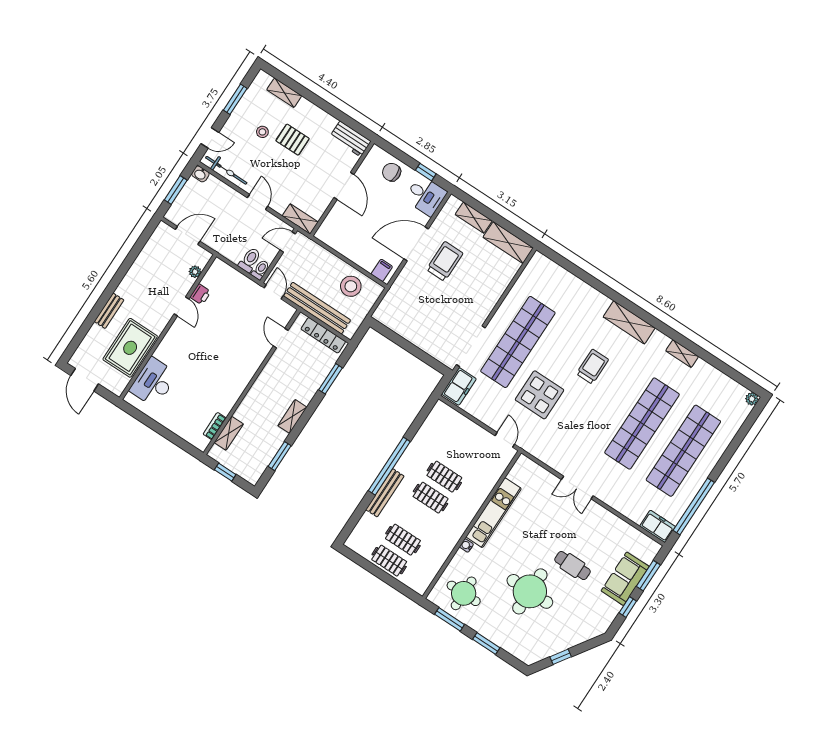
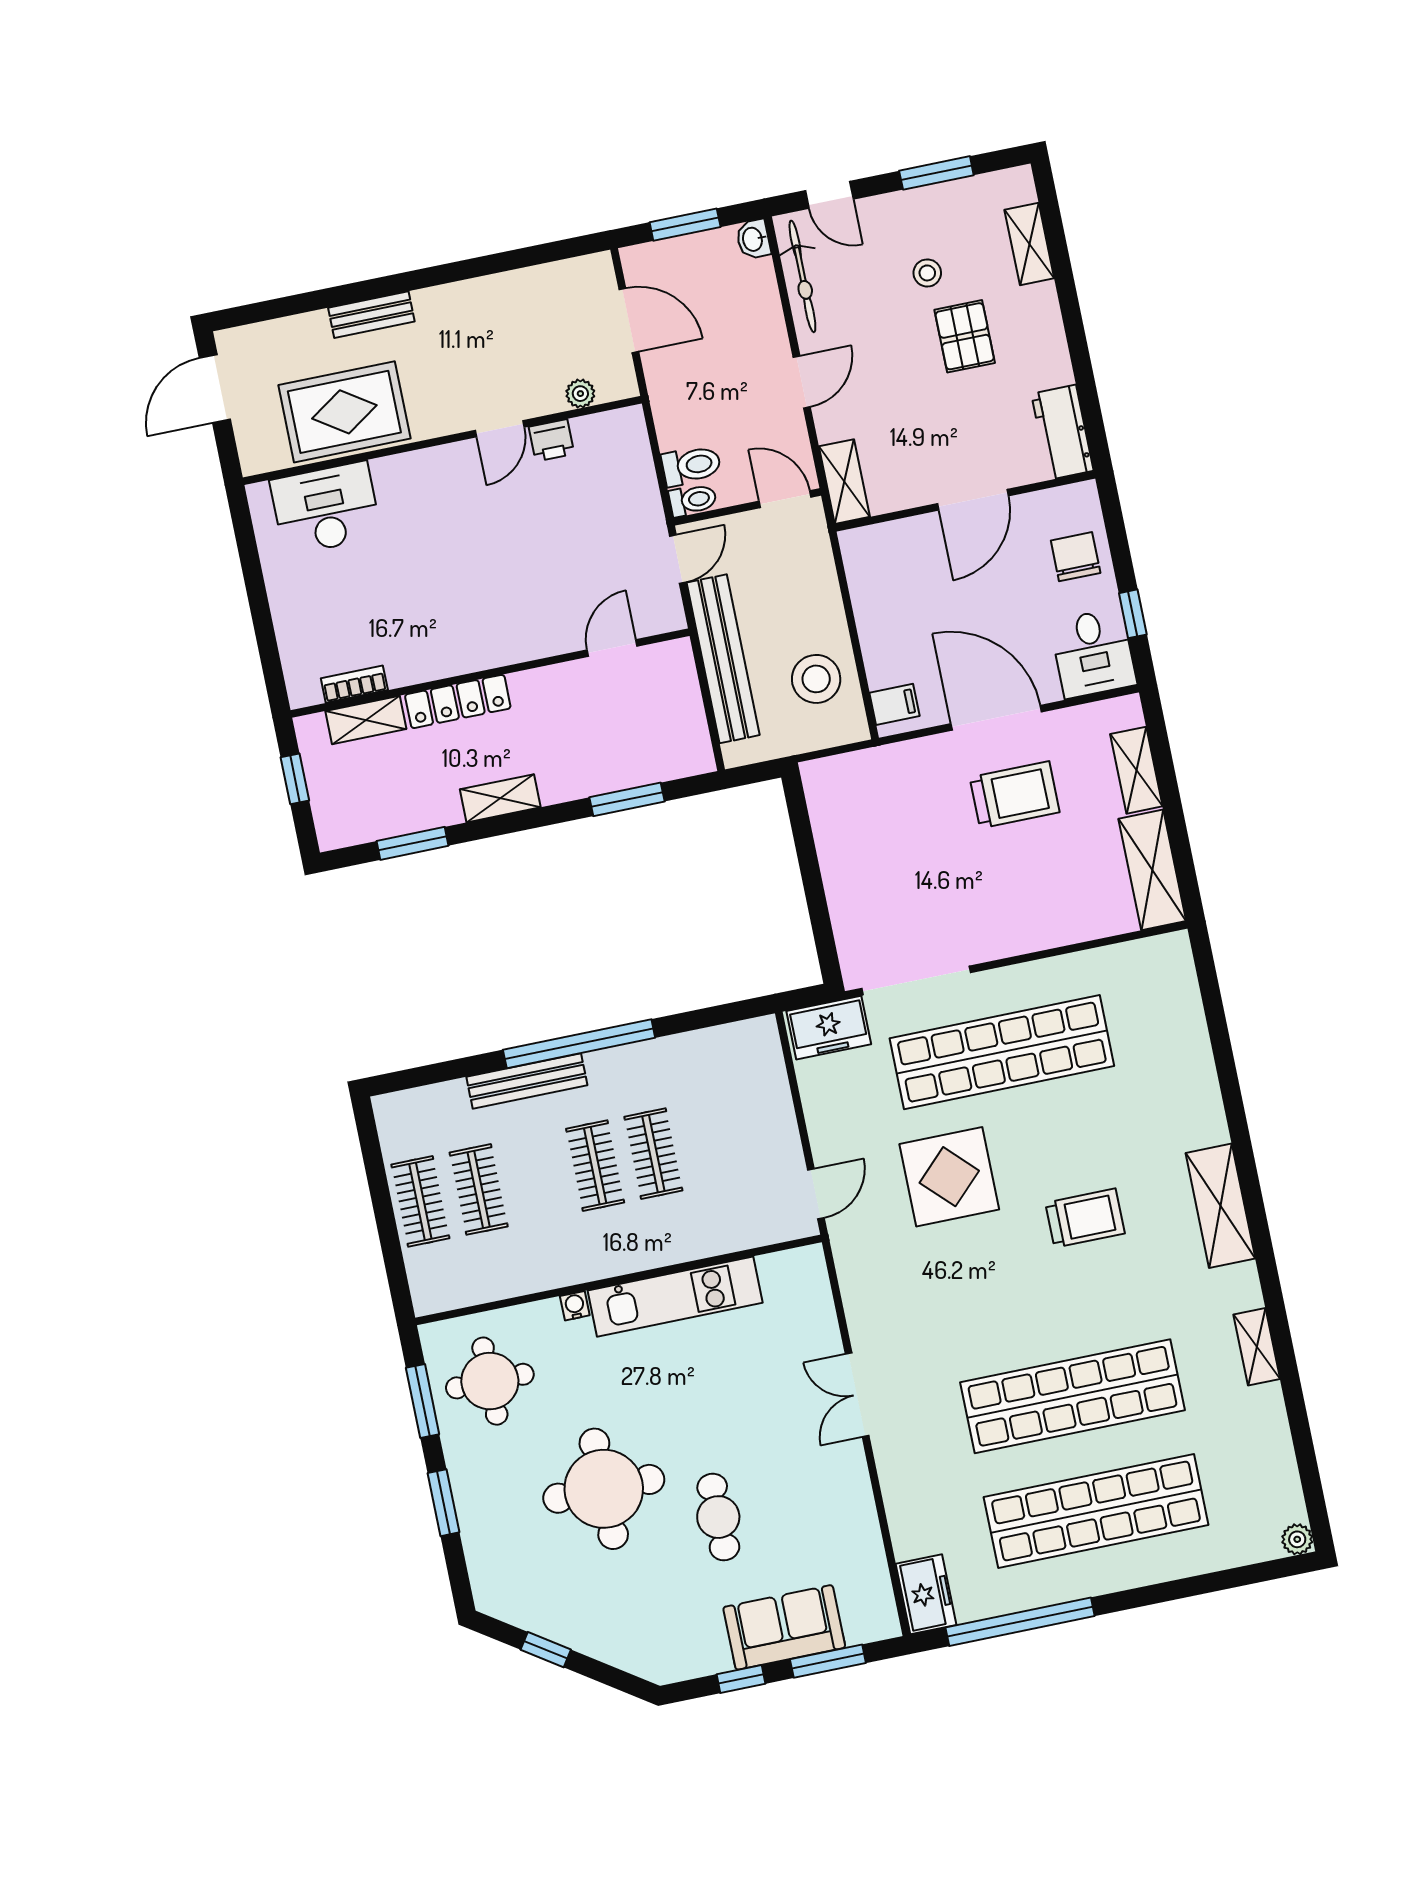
locker: (323, 335) -> (458, 701), moved, turned -90

